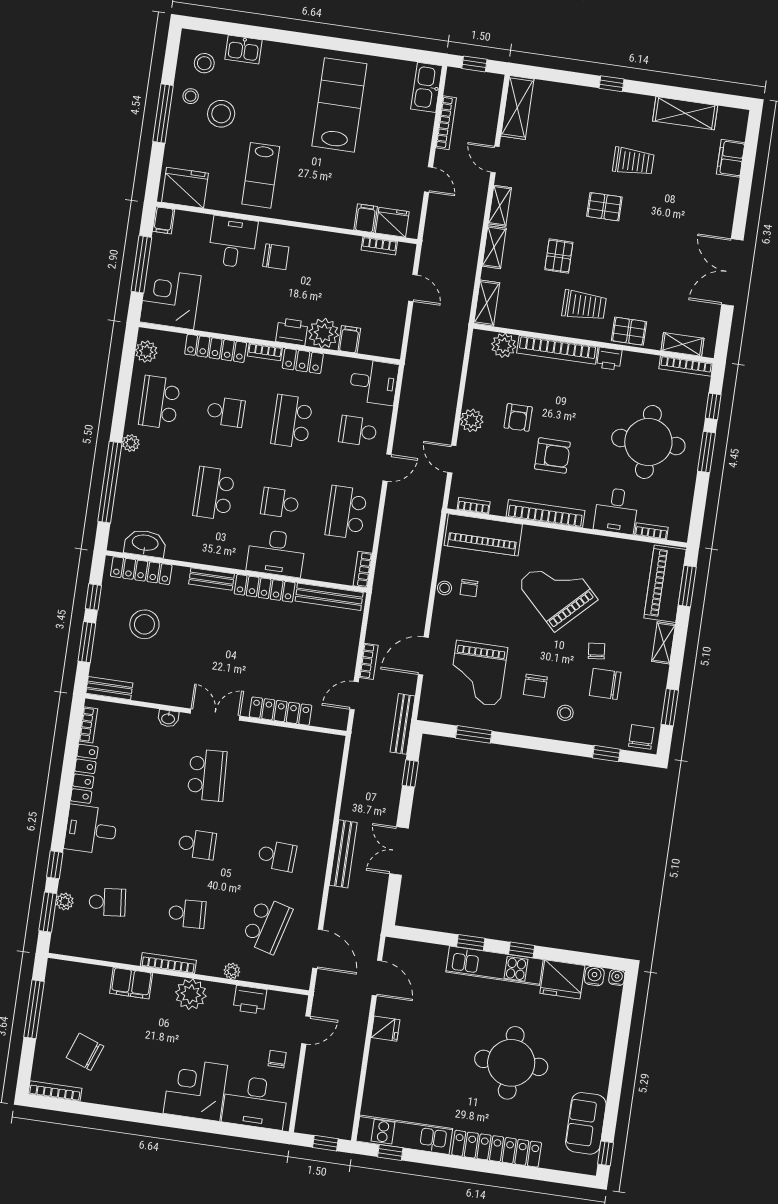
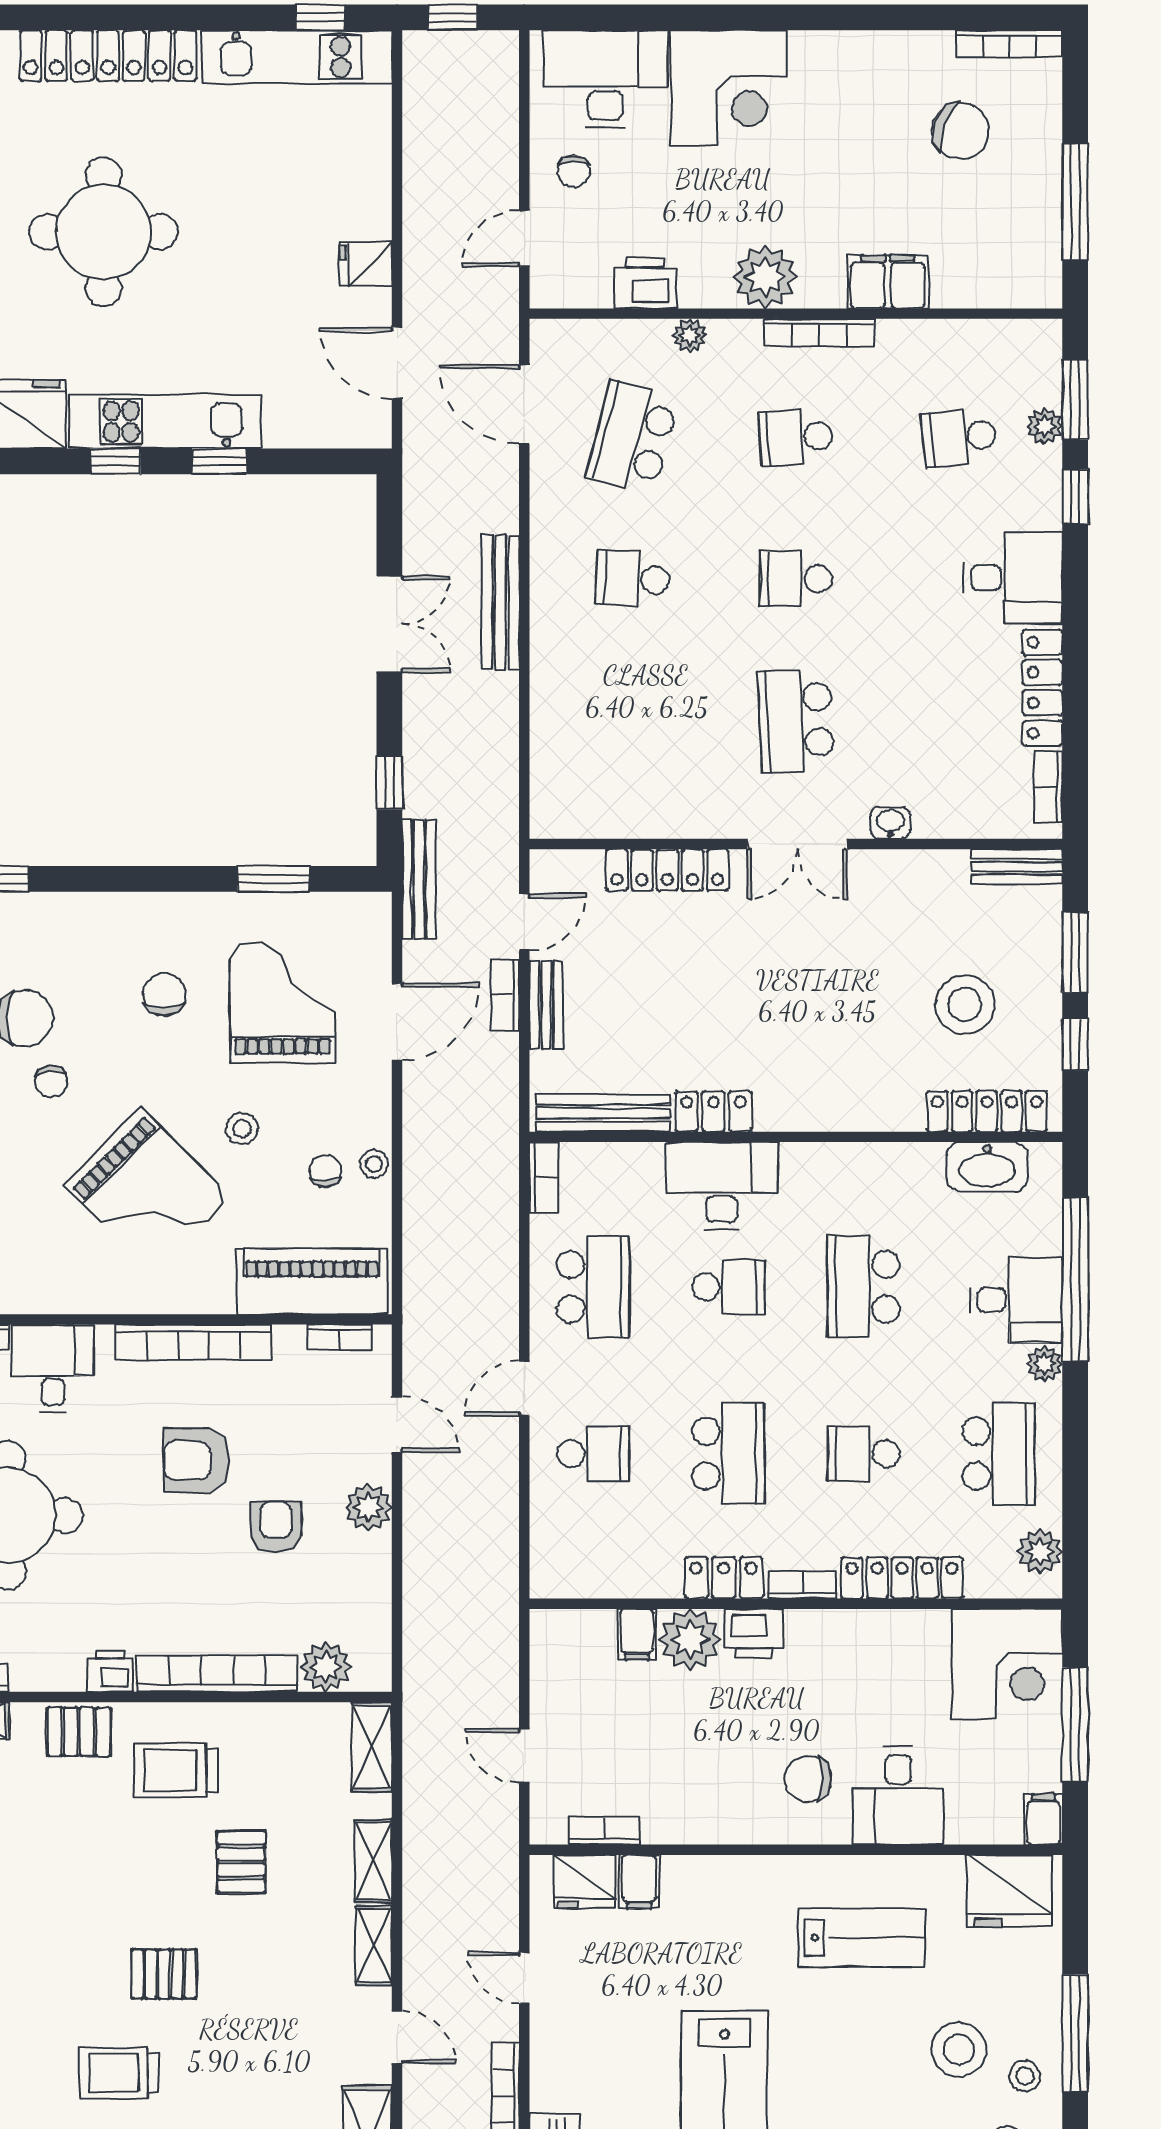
lab bench: (261, 175) -> (862, 1938), turned 90
desk: (374, 382) -> (1016, 1300), moved, turned 180
school desk: (214, 493) -> (864, 1287), turned 180
bench: (212, 579) -> (546, 1005), moved, turned 90
locker: (265, 588) -> (713, 1111), width x0.66
stool: (565, 713) -> (242, 1129), moved

